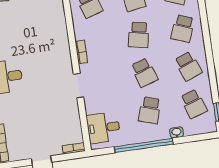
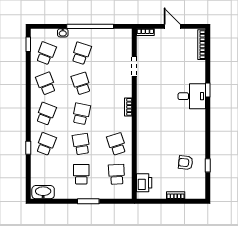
doorway: (79, 86) -> (134, 67), moved
school desk: (194, 104) -> (46, 53), turned 39
desk: (104, 128) -> (120, 45), removed

